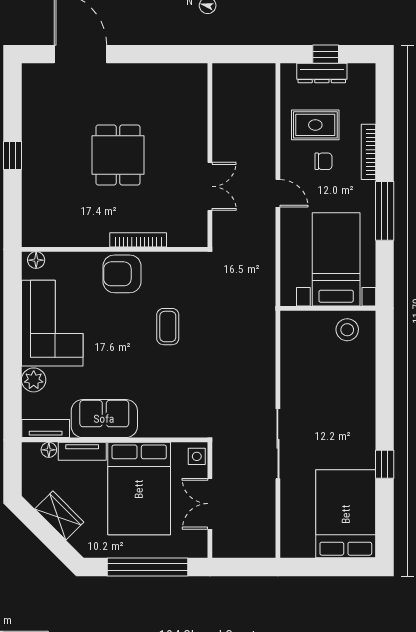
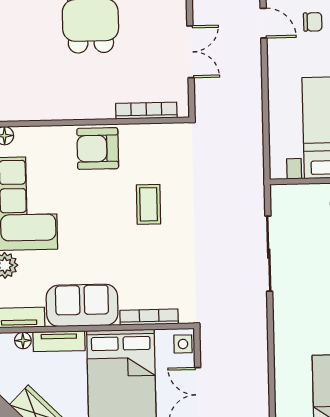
door: (278, 193) -> (264, 23), moved
bookcase: (138, 240) -> (146, 111), moved
bookcase: (166, 431) -> (149, 317), added
sliding door: (278, 444) -> (269, 254), moved

